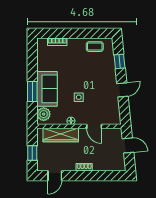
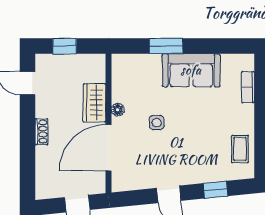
sofa: (47, 89) -> (191, 70), moved
plant: (44, 114) -> (129, 65), removed
door: (94, 126) -> (109, 148), width x1.88
wardrobe: (61, 135) -> (94, 103), width x0.67

